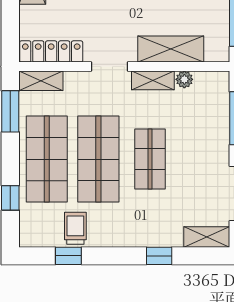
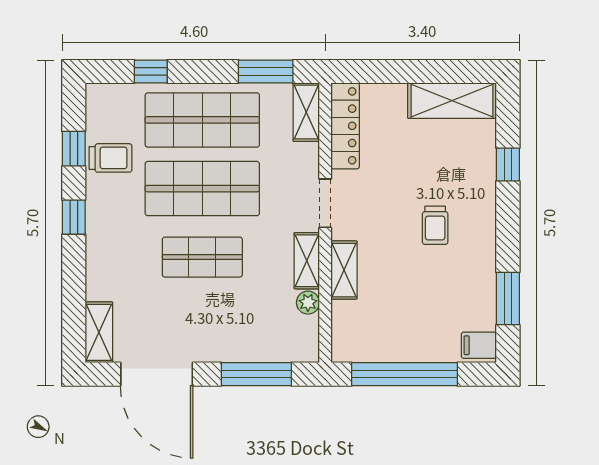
shelving: (171, 49) -> (344, 270), width x0.67, depth x0.75
window: (159, 256) -> (74, 217), moved

